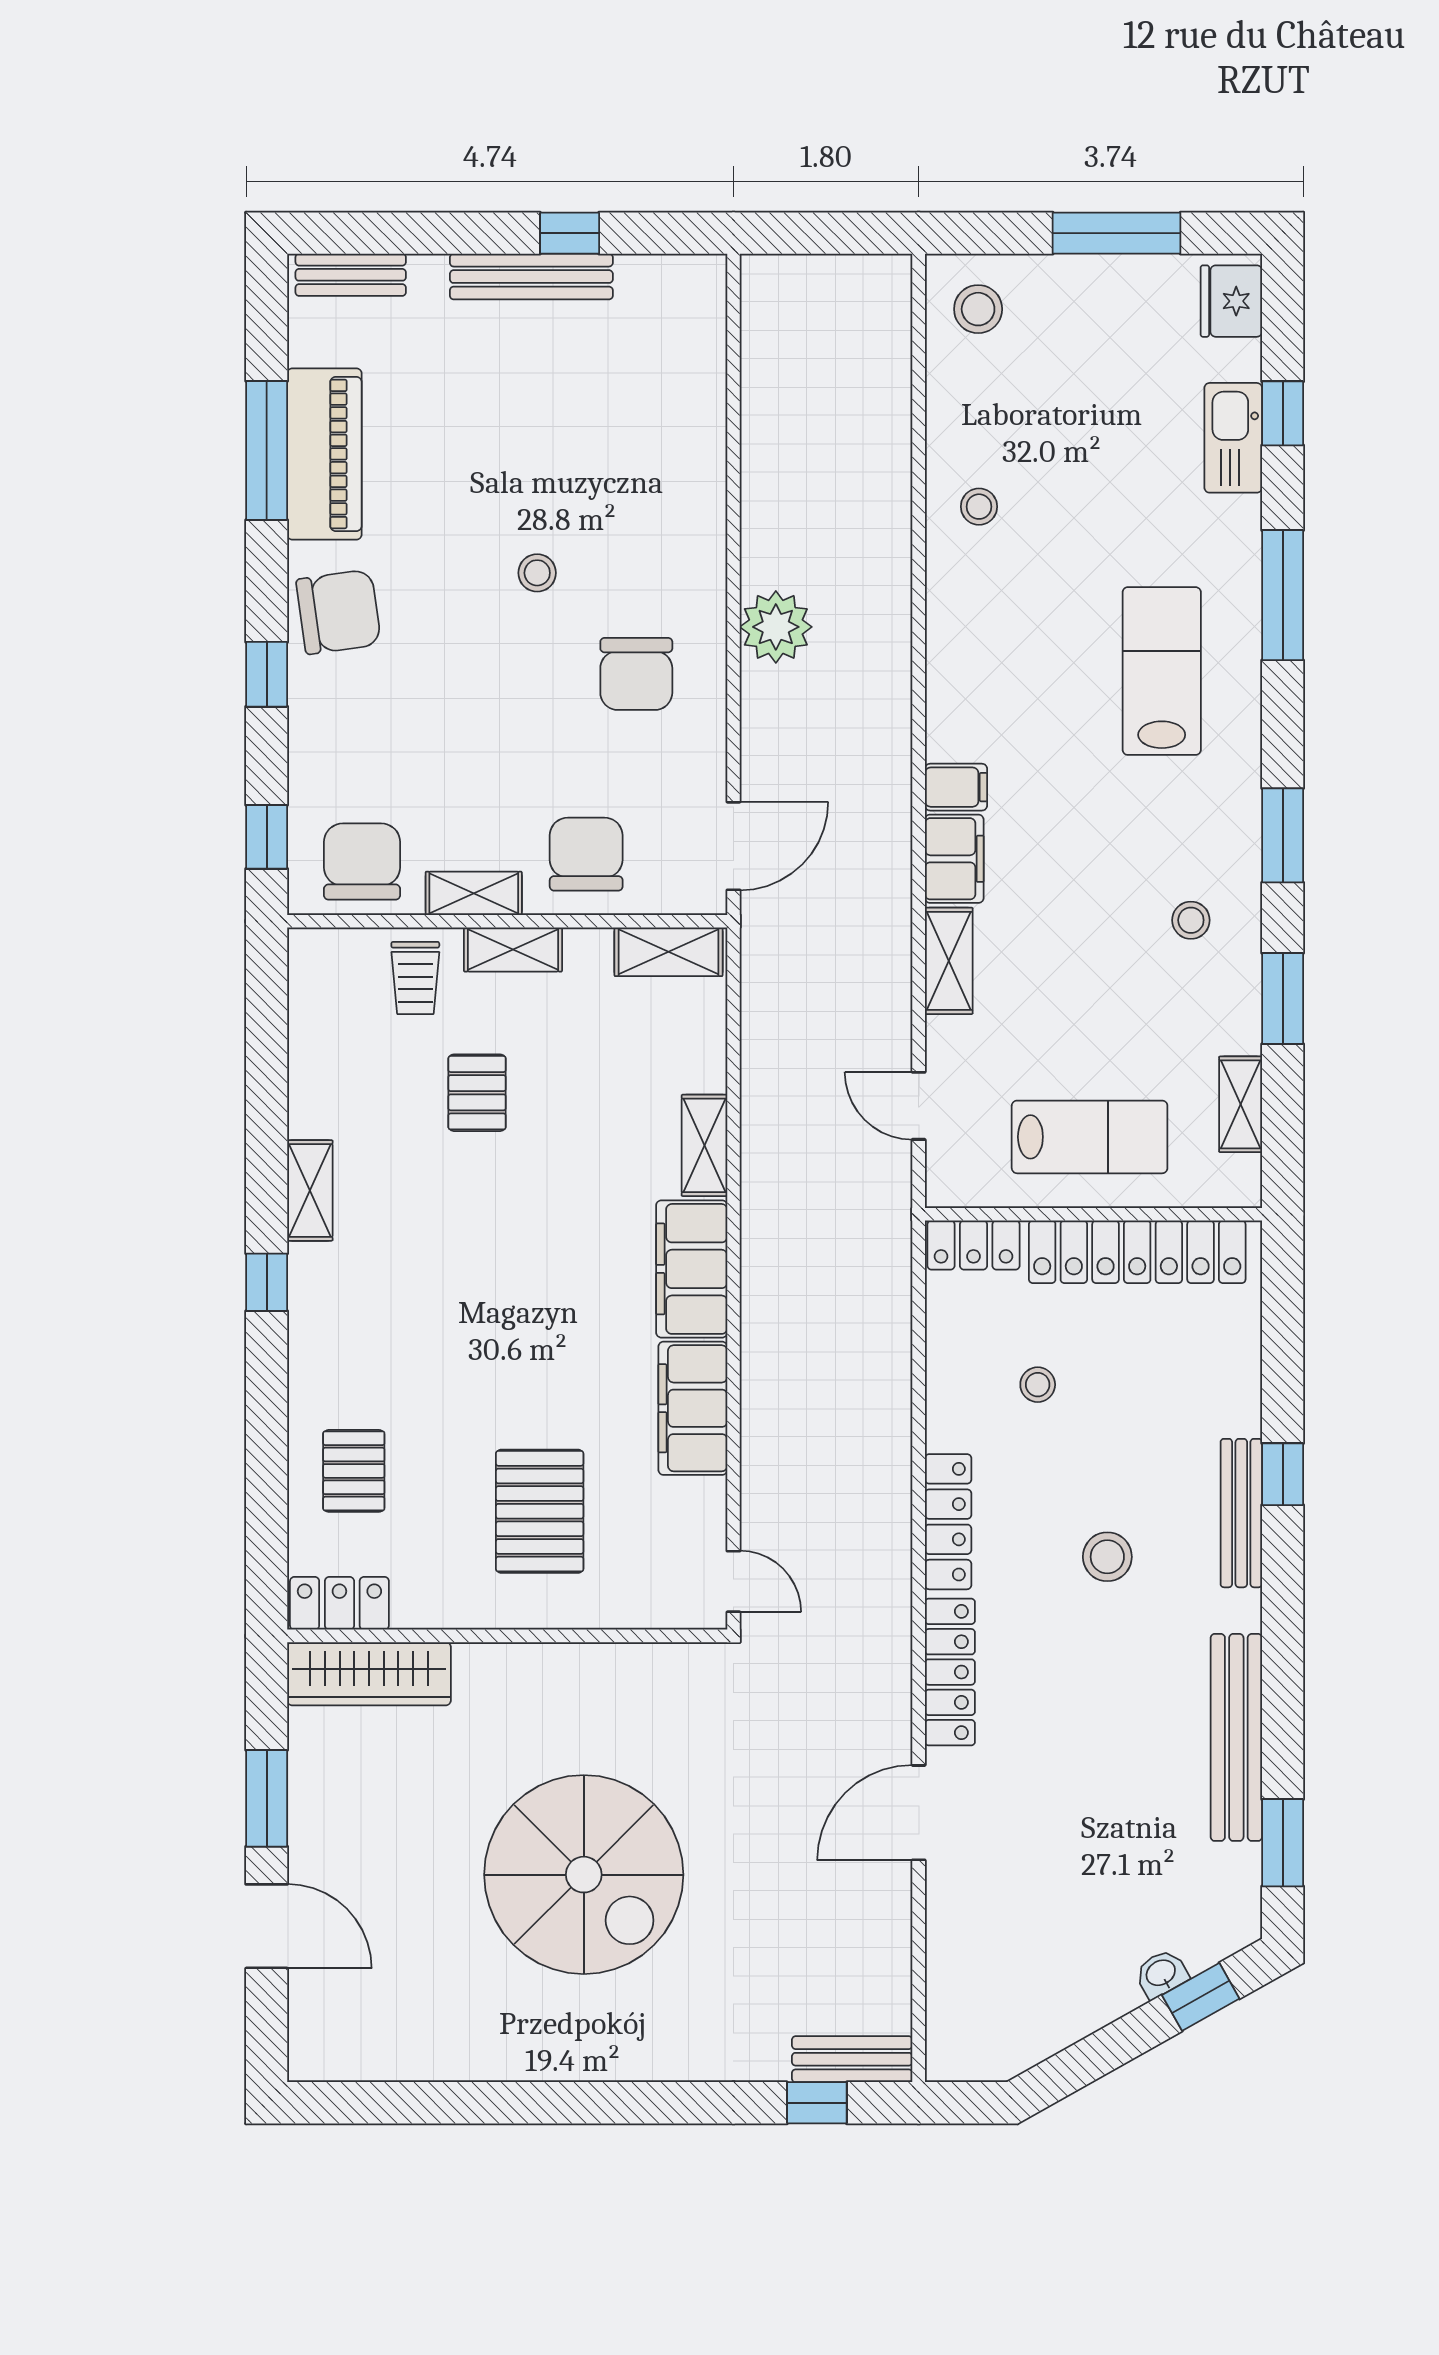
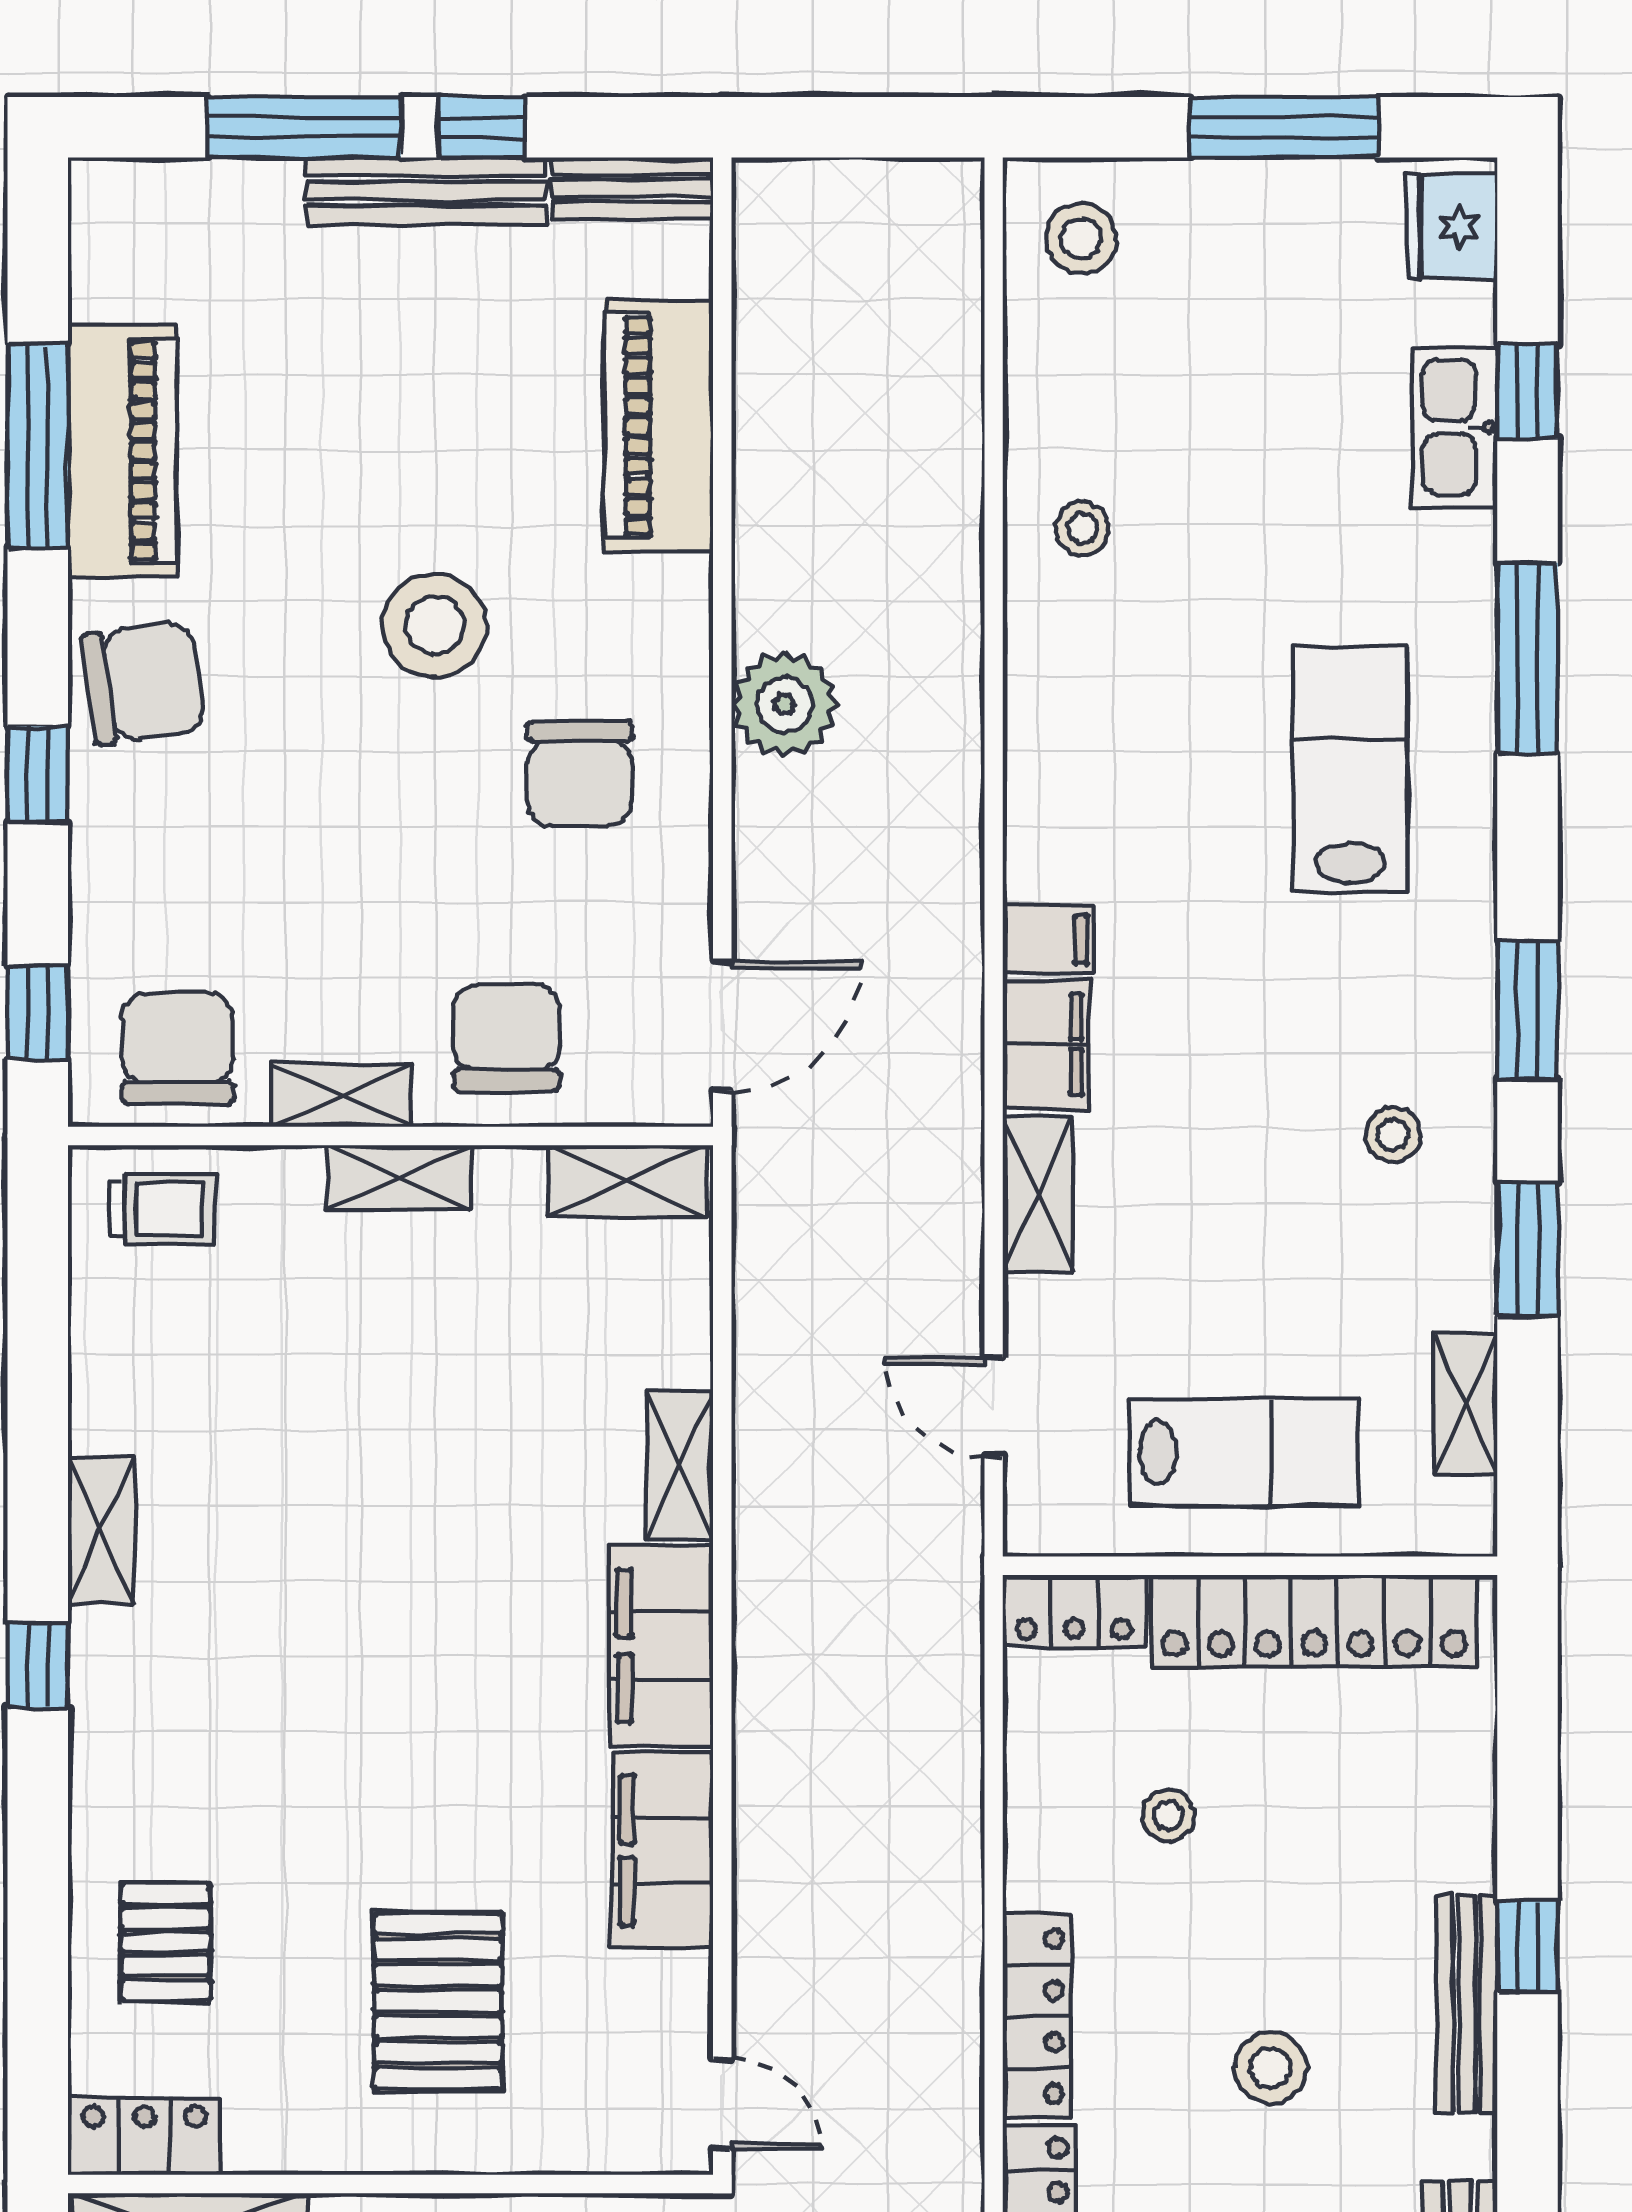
window: (448, 233) -> (304, 127), added
bench: (351, 275) -> (632, 188), moved
piano: (690, 437) -> (659, 426), added
stool: (537, 573) -> (434, 625), width x1.89, depth x1.89
trolley: (415, 978) -> (162, 1208), moved, turned -90
pallet: (477, 1093) -> (346, 1388), removed

